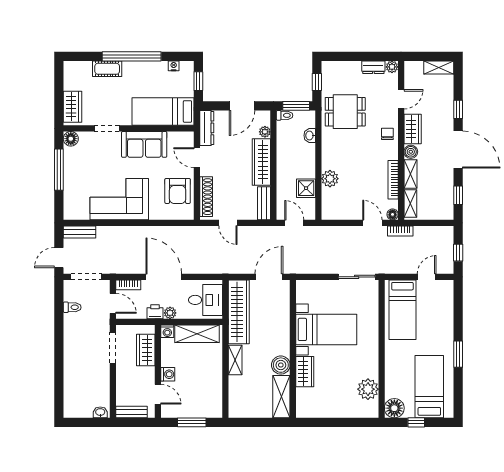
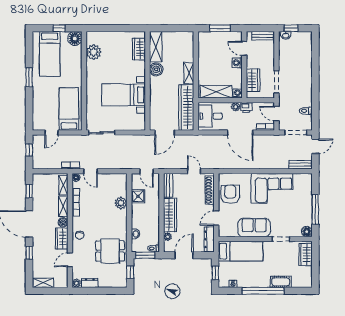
door: (197, 158) -> (216, 218), swing flipped
wardrobe: (305, 372) -> (139, 49), moved
window: (93, 422) -> (291, 28), added

